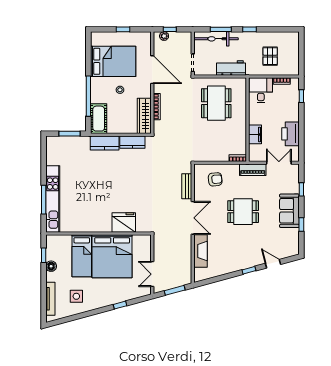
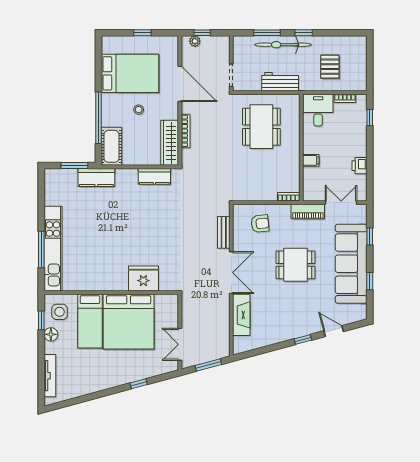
bicycle: (216, 39) -> (283, 45), moved
filing cabinet: (255, 134) -> (311, 160), width x0.50
printer: (291, 134) -> (359, 166), width x0.53, depth x0.68
kitchen counter: (105, 143) -> (96, 177), moved
sofa: (289, 211) -> (351, 264), width x1.85, depth x1.27
side table: (76, 296) -> (60, 312), moved

